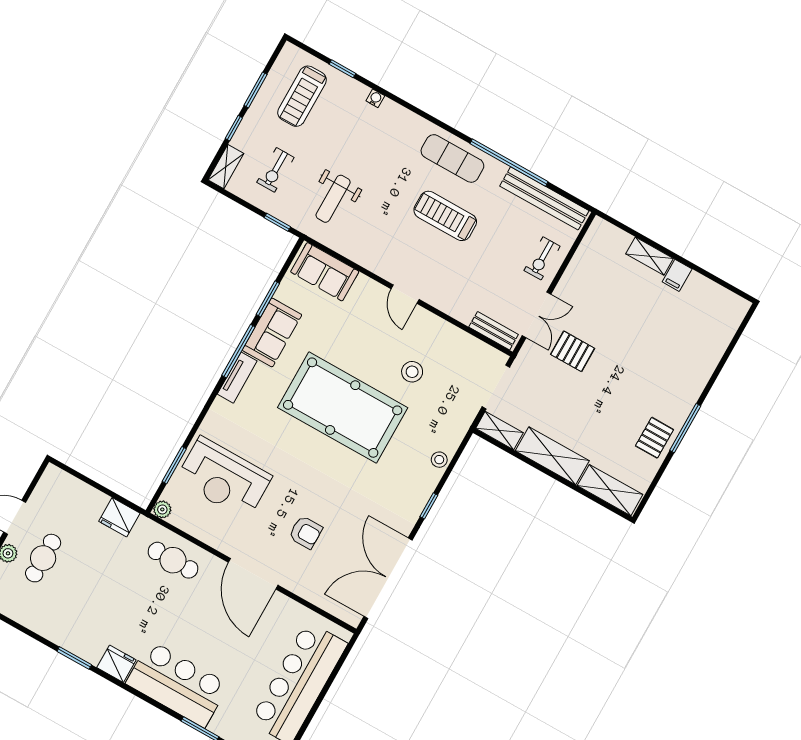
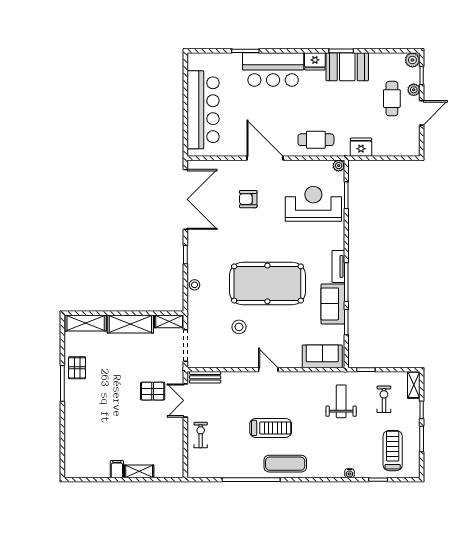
bench: (544, 198) -> (219, 470), removed
booth: (78, 633) -> (347, 67), added

